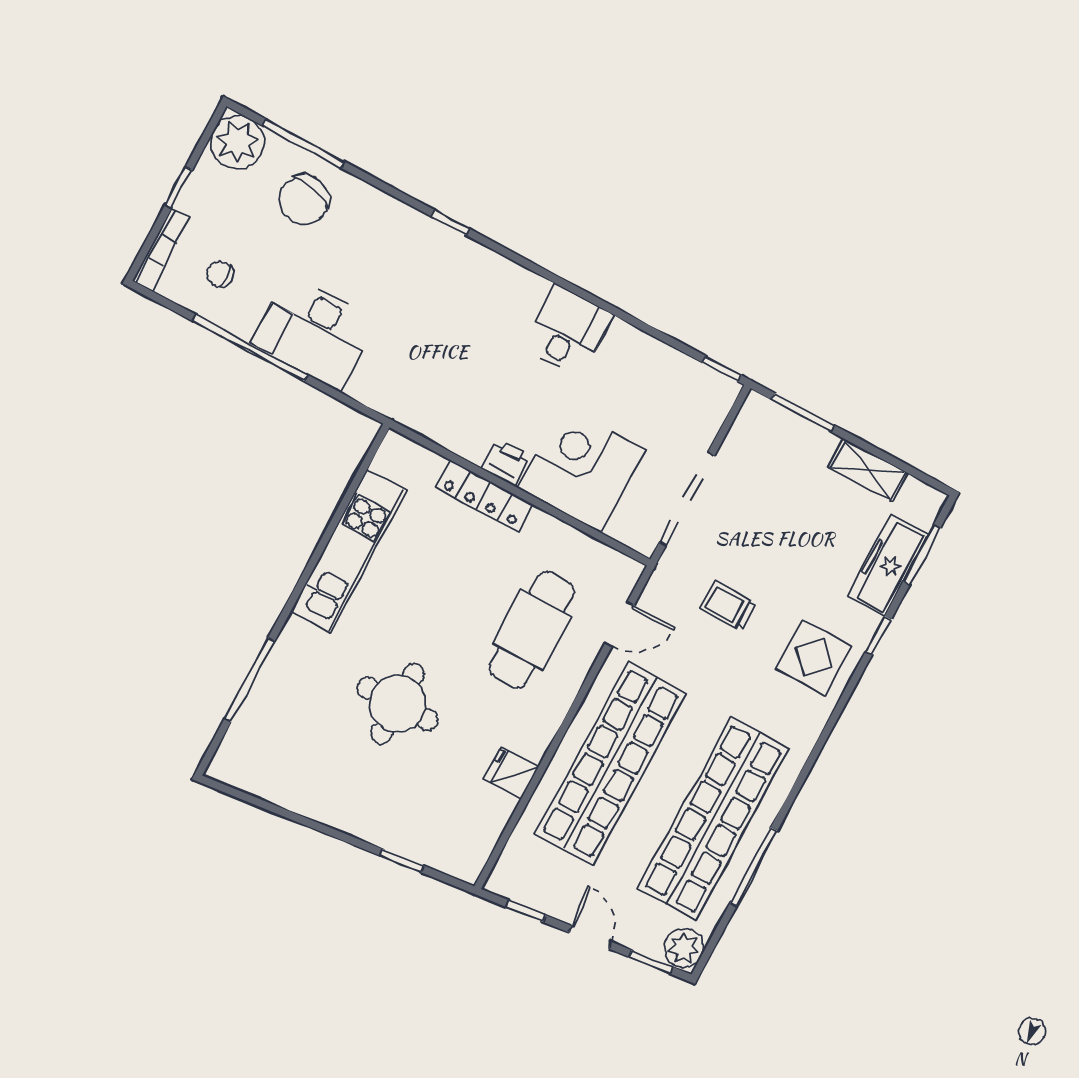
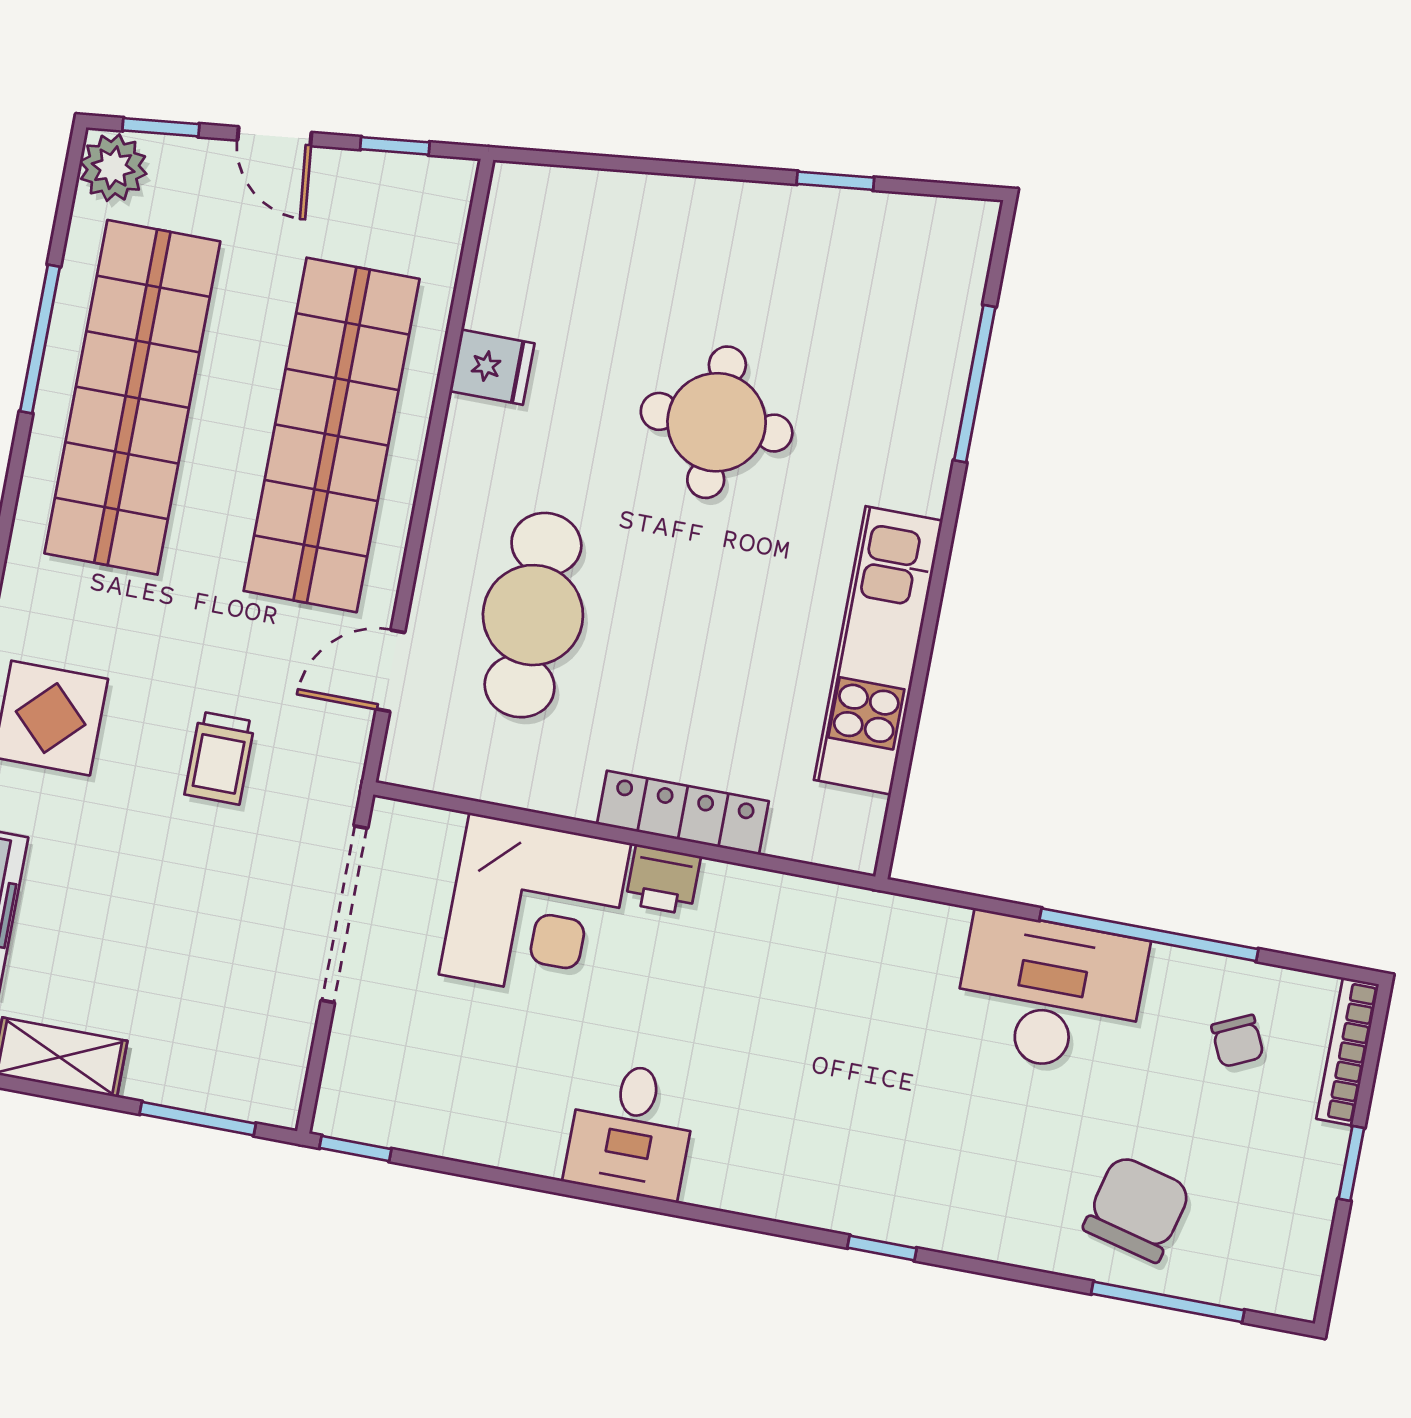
plant: (237, 142) -> (1278, 1269), removed
chair: (220, 274) -> (1238, 1041), turned 65
trolley: (728, 606) -> (220, 758), turned 90
window: (402, 861) -> (835, 181), moved

